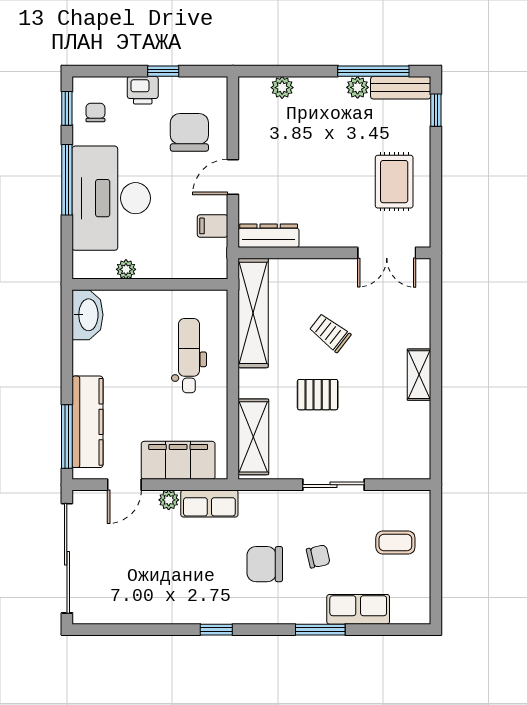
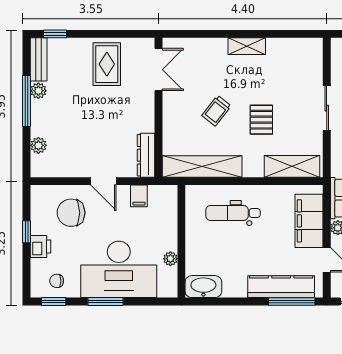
window: (373, 71) -> (27, 101), moved
window: (67, 180) -> (105, 302), width x0.69
rug: (394, 182) -> (107, 64), turned 90

